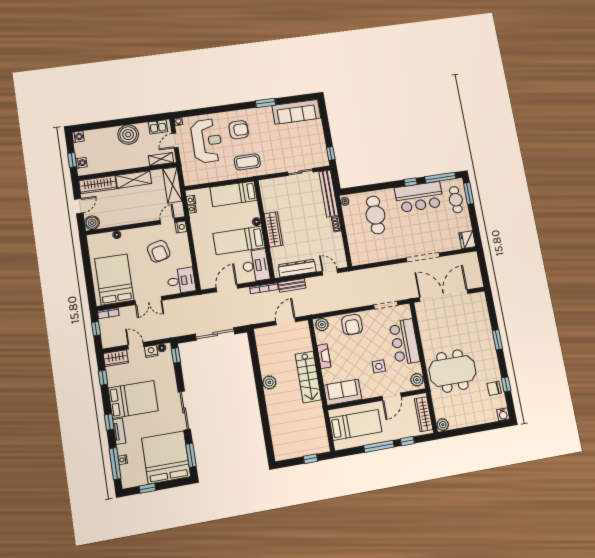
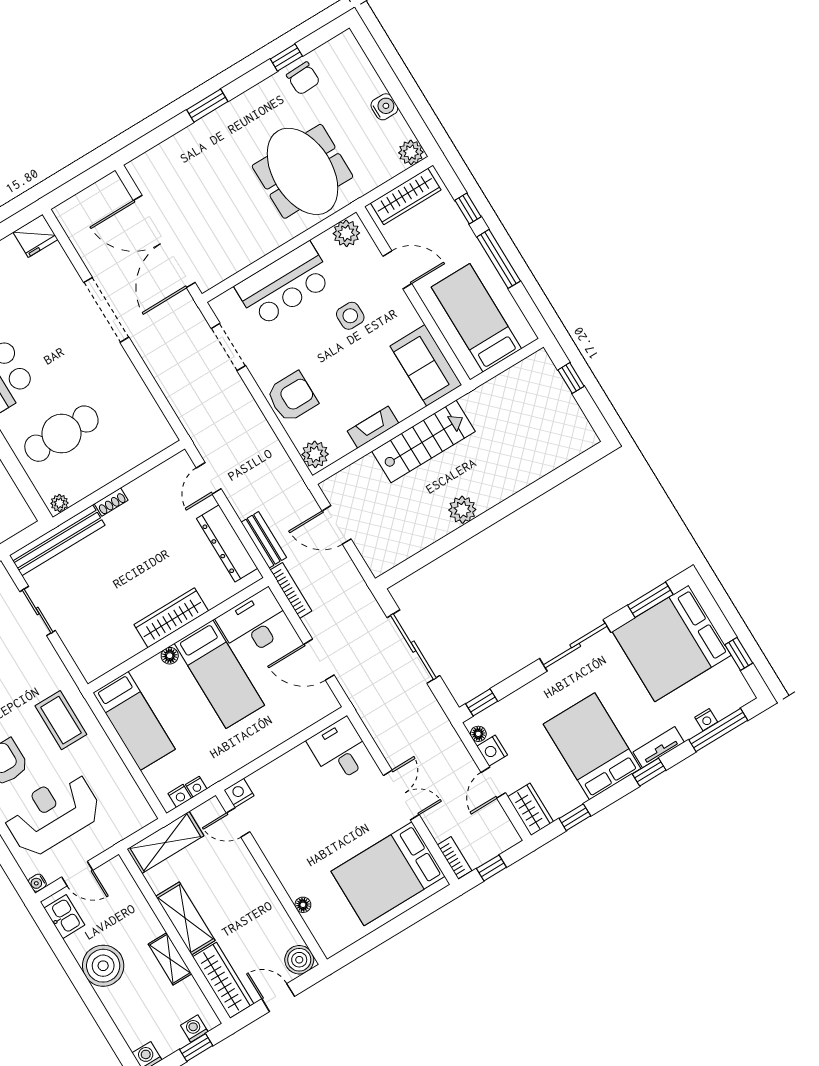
shelving: (161, 159) -> (170, 959), moved
armchair: (159, 251) -> (302, 815), removed
water cooler: (503, 414) -> (384, 107), moved

